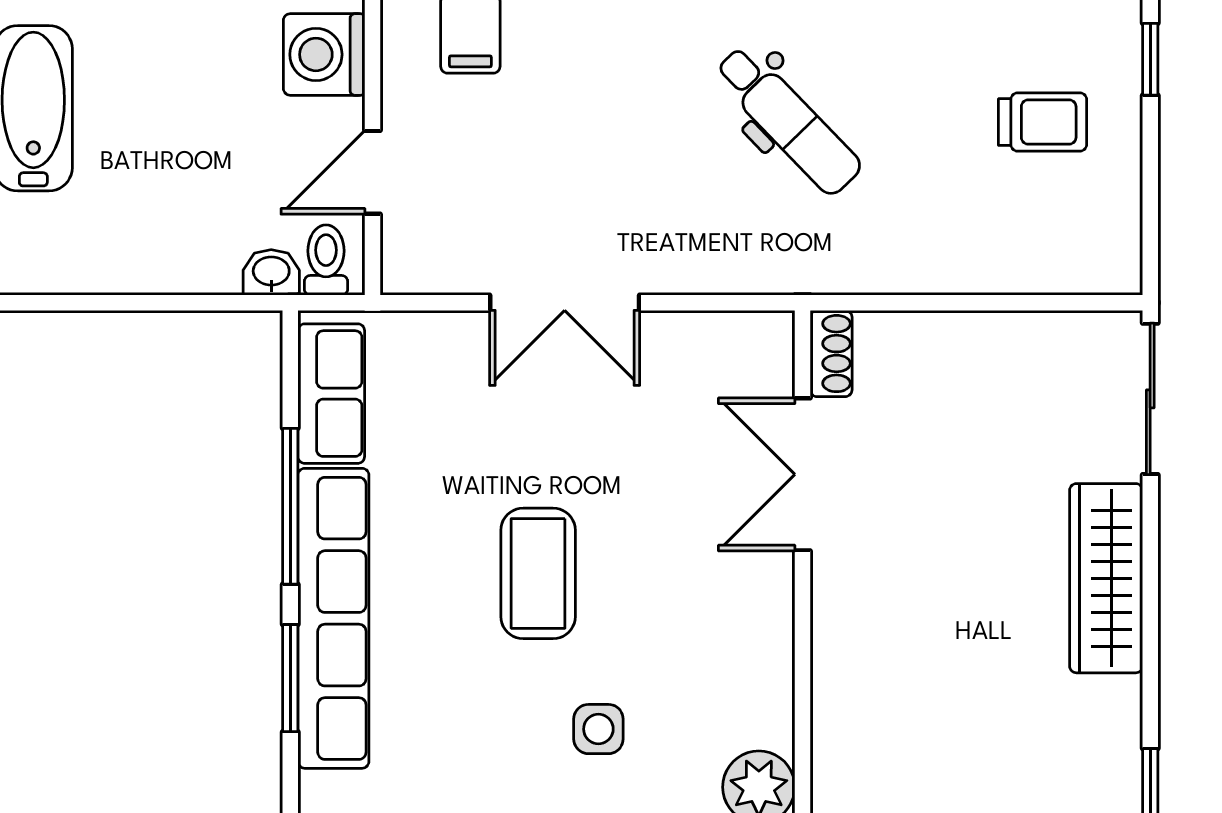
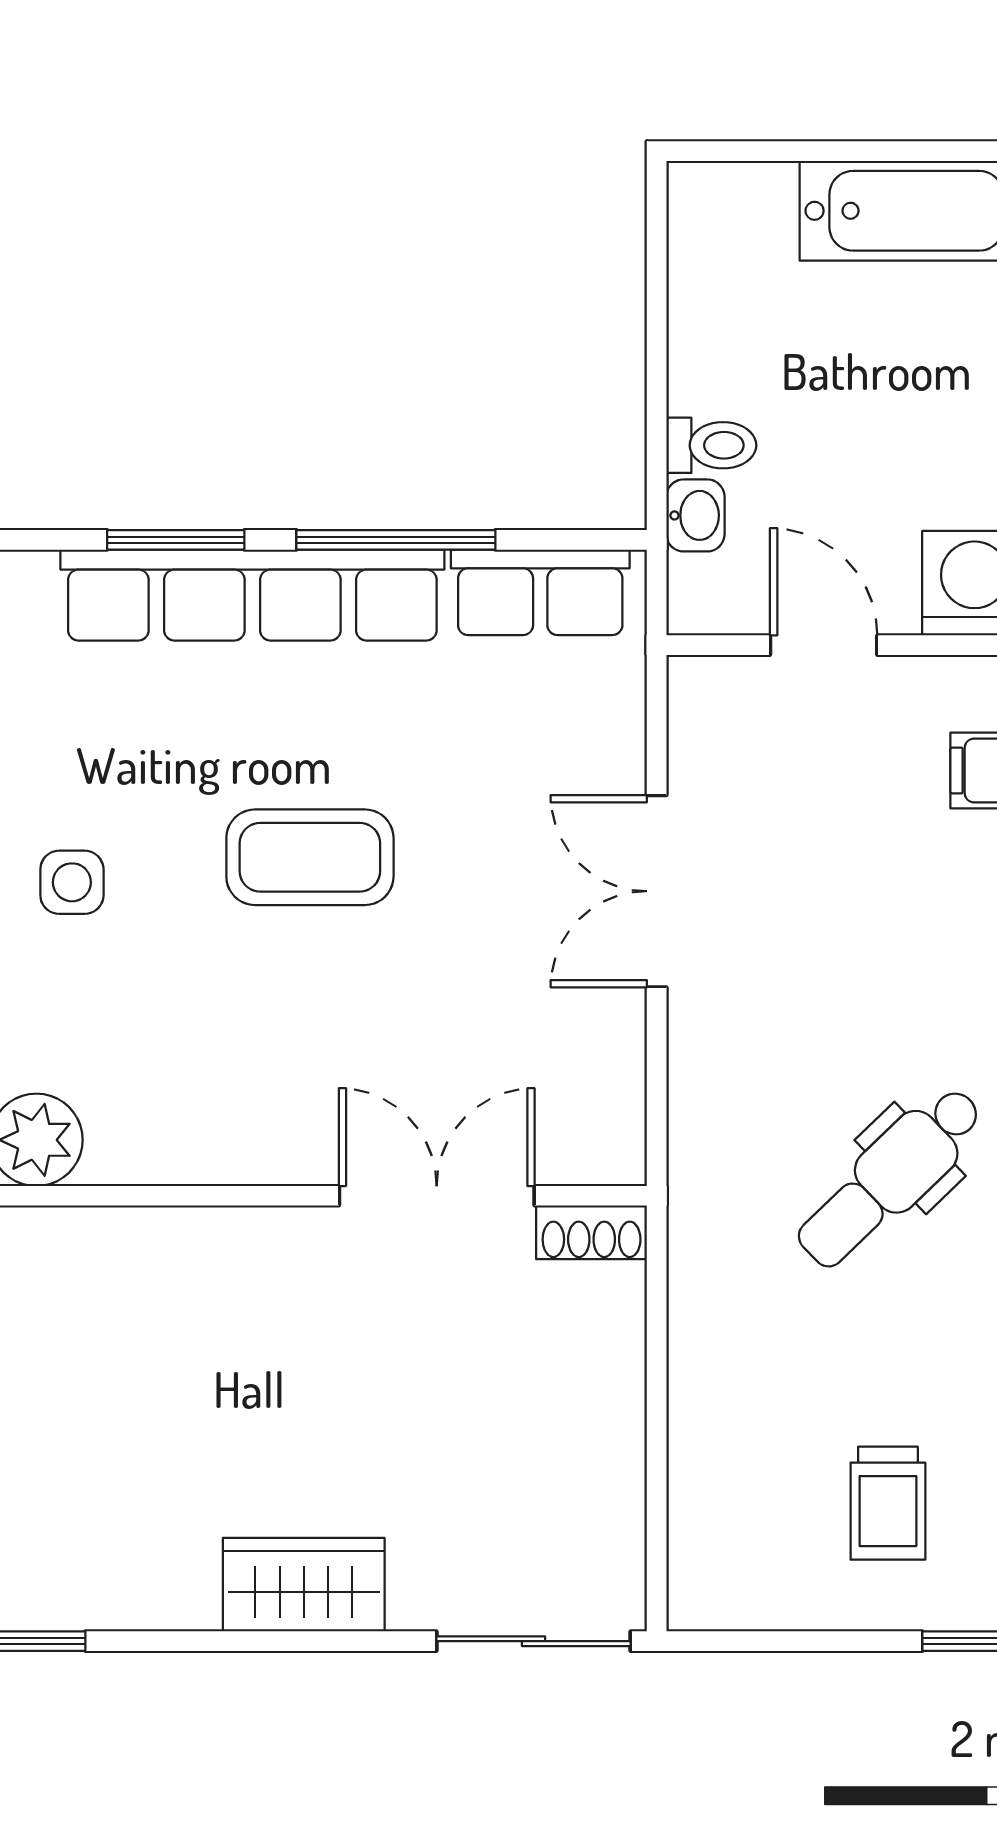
toilet: (326, 260) -> (711, 445), moved
wardrobe: (1106, 578) -> (304, 1585), width x0.67
side table: (598, 729) -> (72, 882), moved

